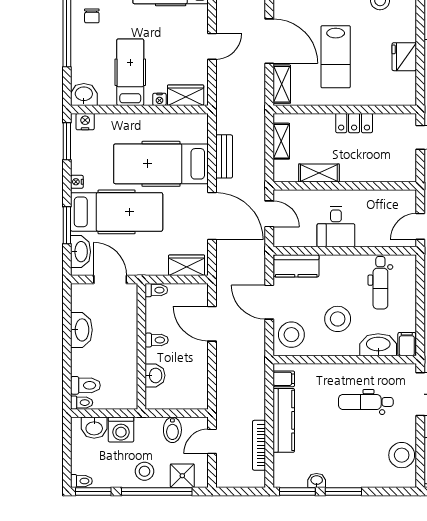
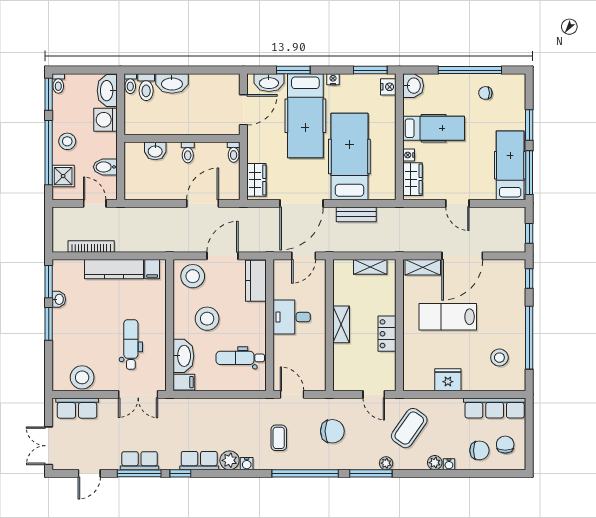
shelving: (319, 173) -> (341, 324), moved
washbasin: (81, 330) -> (172, 83), moved
washbasin: (94, 428) -> (107, 91), width x1.38

